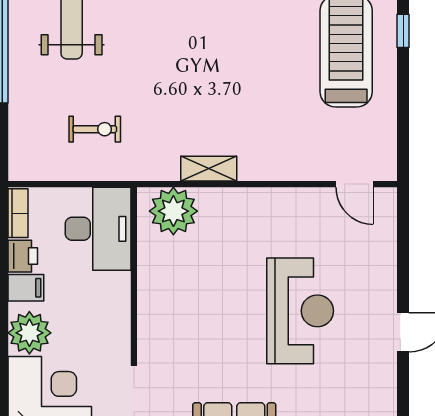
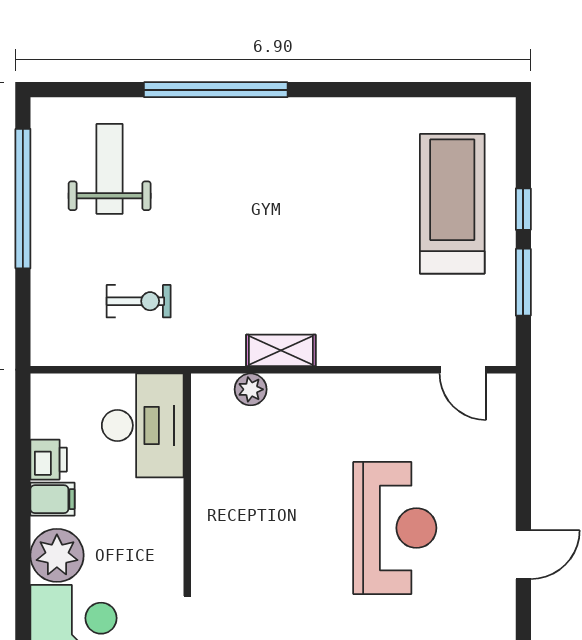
window: (403, 31) -> (523, 209), moved
window: (403, 114) -> (523, 282), added
plant: (173, 211) -> (251, 389), width x0.53, depth x0.53
bookcase: (18, 213) -> (43, 406), removed

